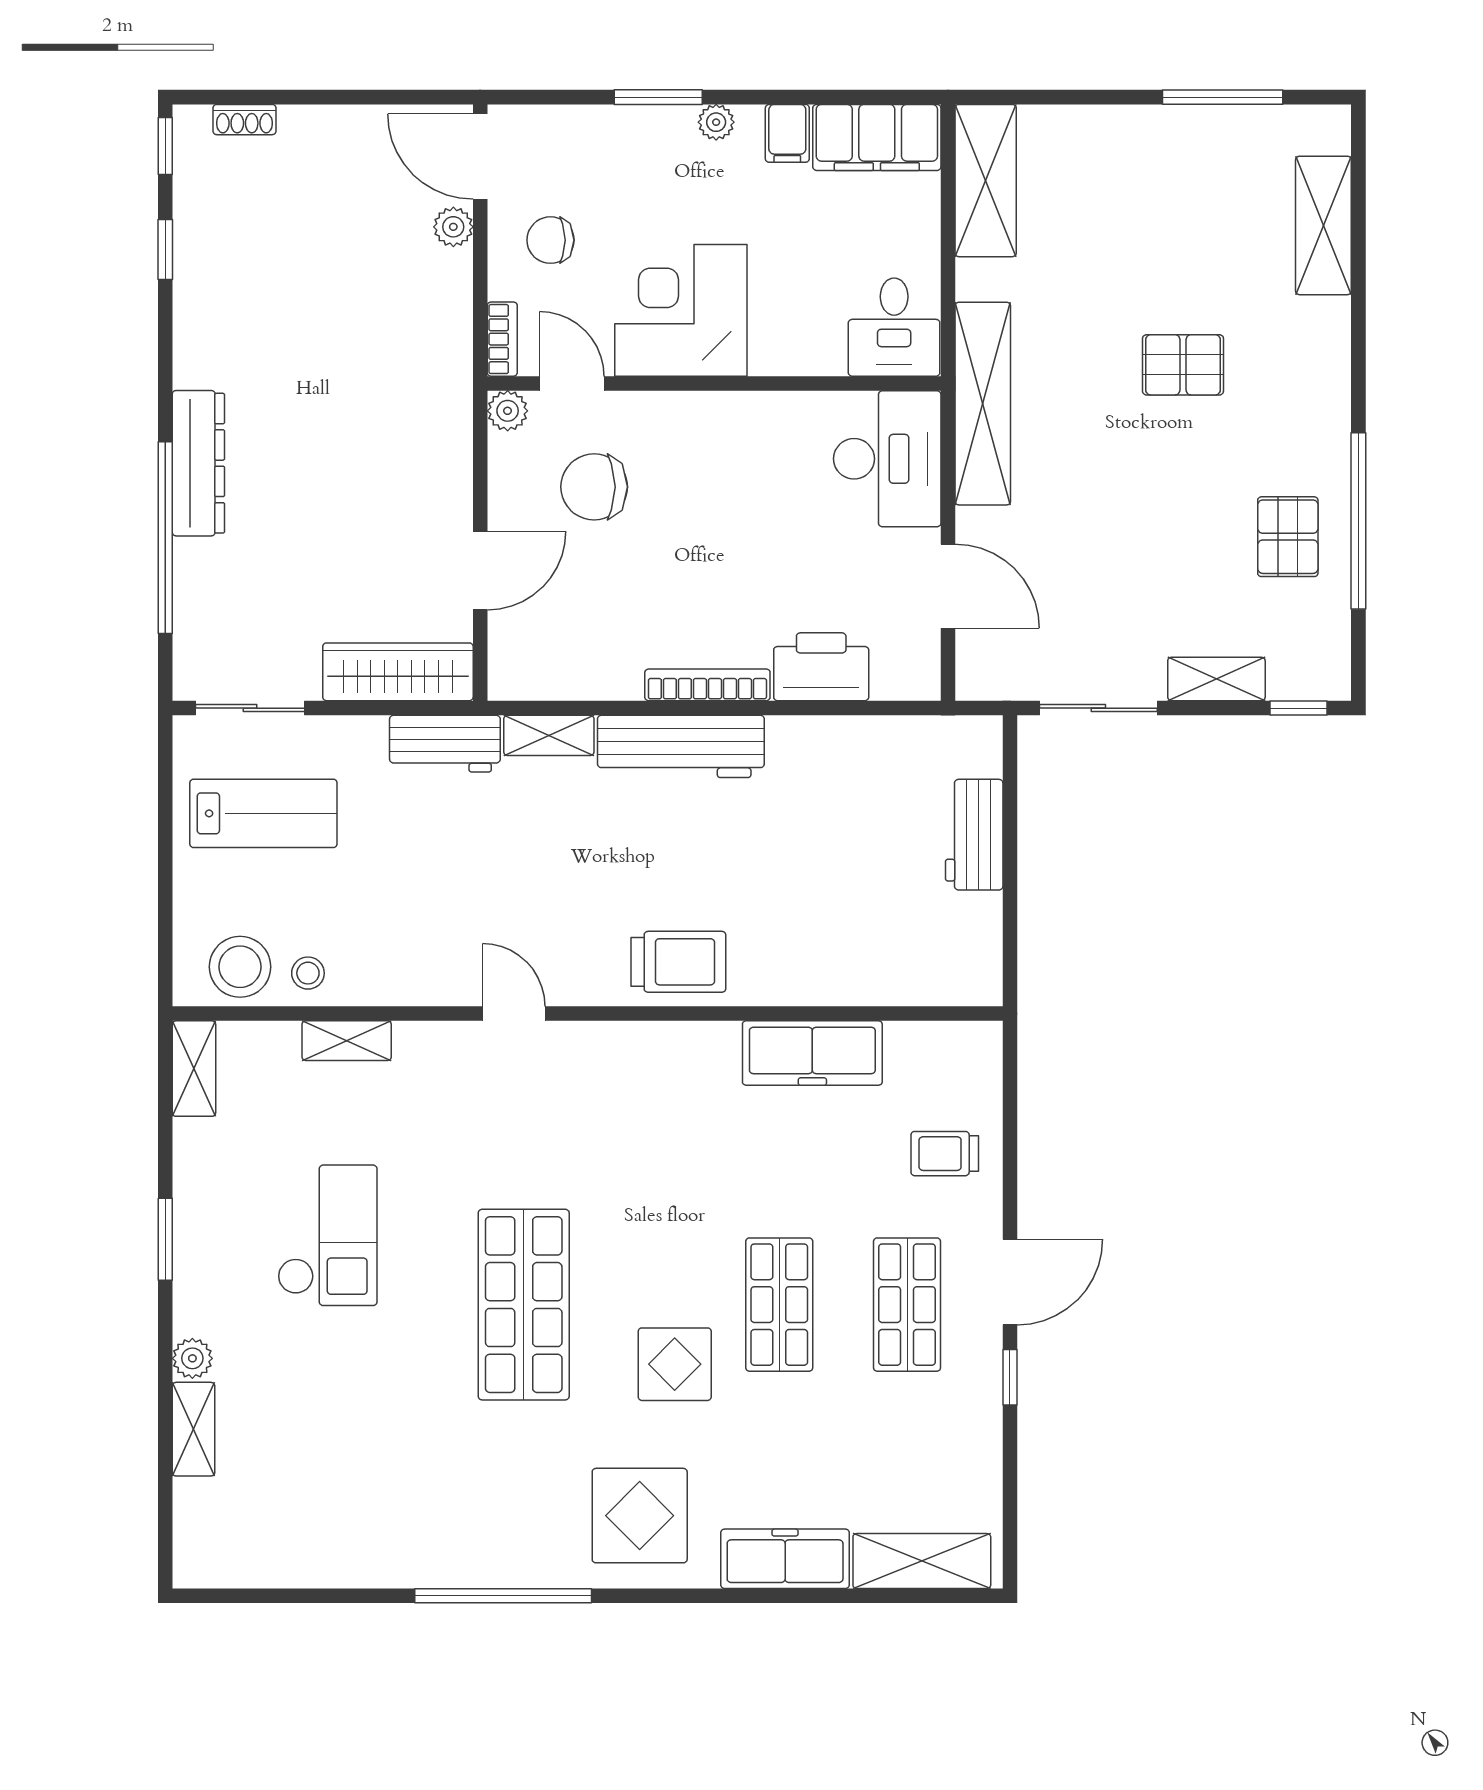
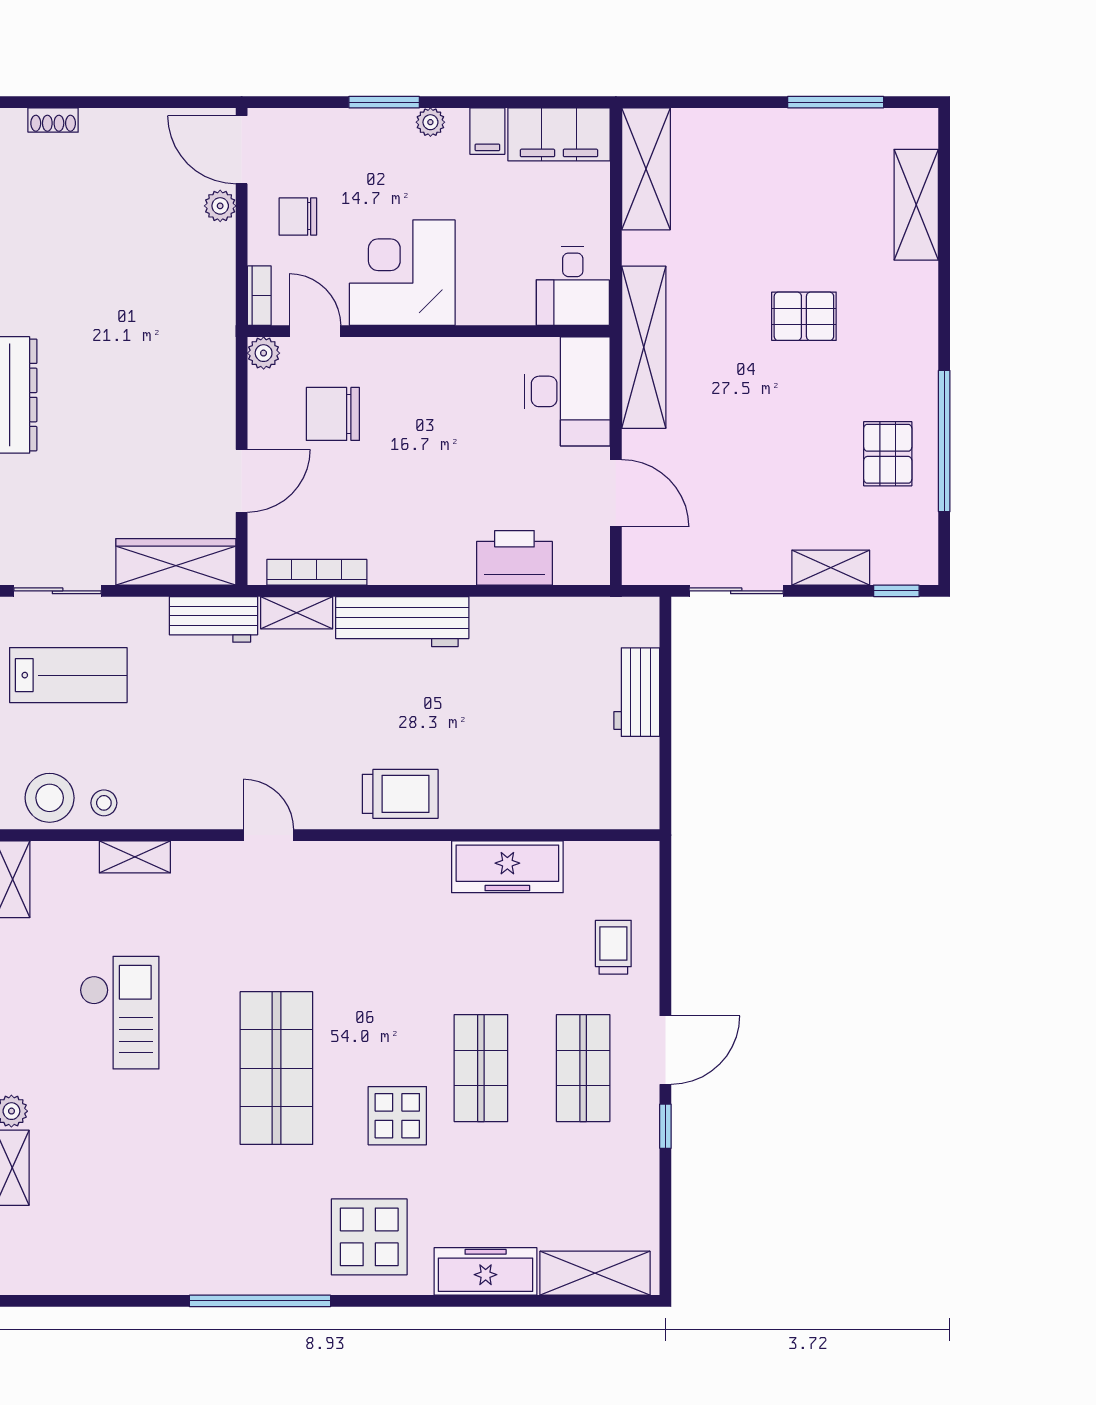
bookcase: (707, 685) -> (317, 572), moved
trolley: (945, 1154) -> (613, 947), turned 90

